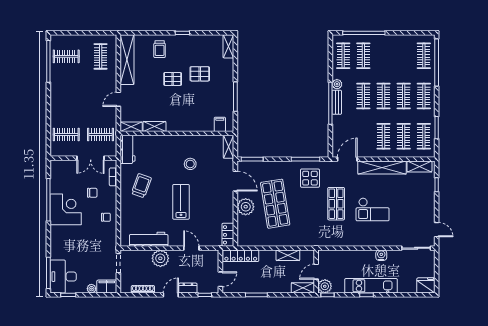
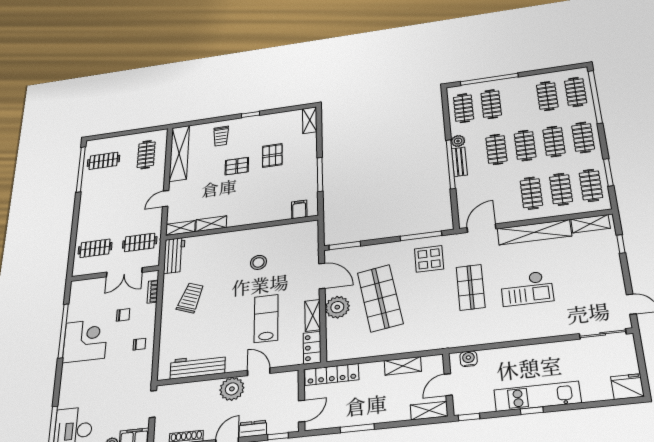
clothes rail: (404, 56) -> (547, 96), added
pallet: (200, 74) -> (272, 155), turned 90
shelving: (229, 147) -> (313, 315), moved
lab bench: (181, 202) -> (266, 318), moved
water cooler: (381, 255) -> (469, 359), moved
plant: (160, 258) -> (232, 389), moved
plant: (325, 286) -> (463, 405), removed

